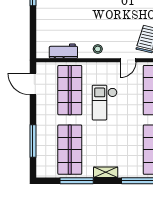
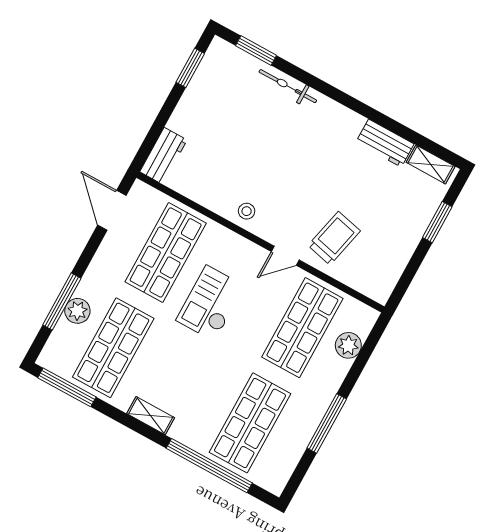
workbench: (63, 51) -> (163, 156), moved, turned 90
plant: (43, 141) -> (77, 311), added
window: (77, 181) -> (67, 387), moved

